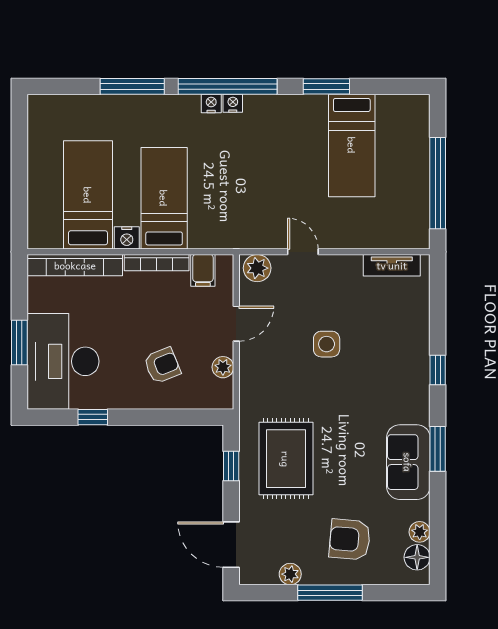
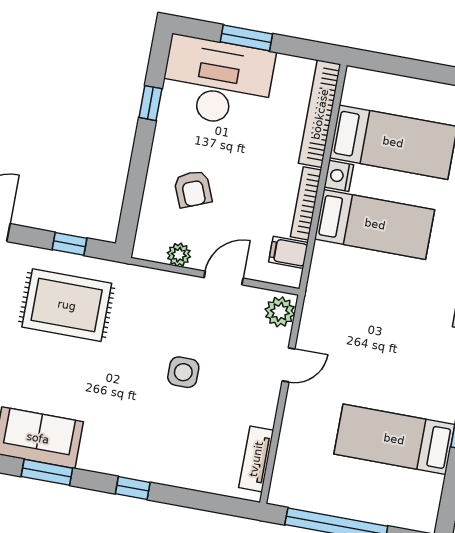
door: (236, 324) -> (224, 278), swing flipped

